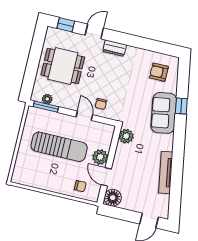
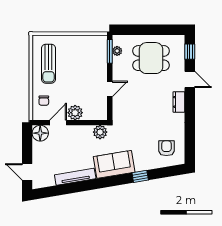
dining table: (63, 66) -> (151, 58), turned 90
chair: (101, 104) -> (124, 102), removed
sofa: (164, 113) -> (114, 164), moved
sun lounger: (59, 147) -> (49, 64), moved, width x0.73, depth x0.75

